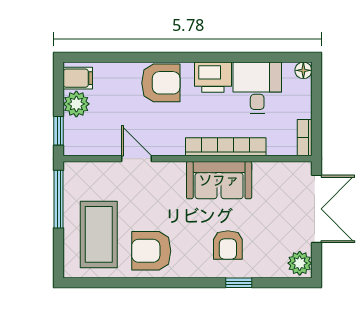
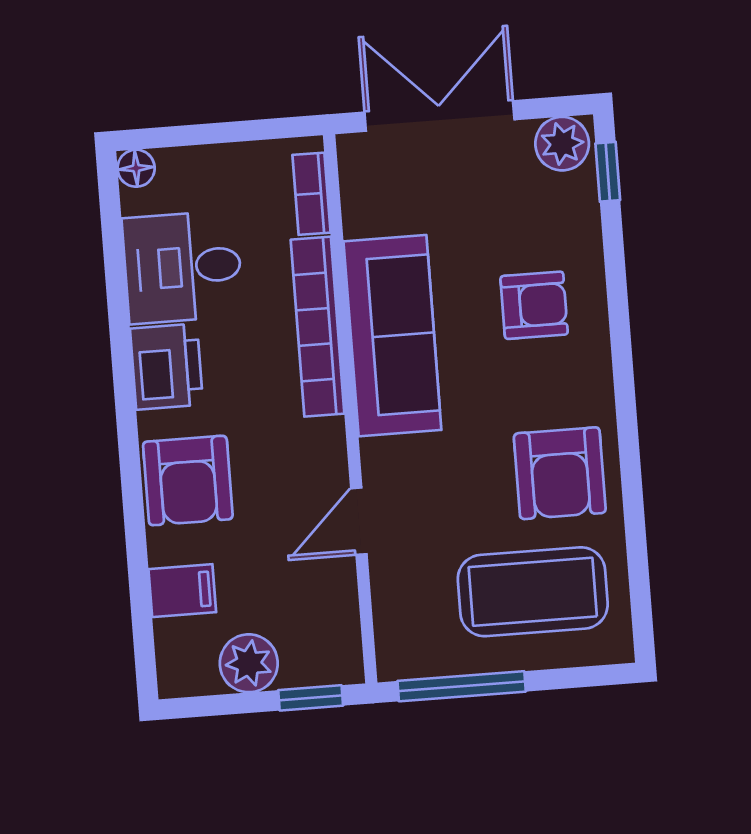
filing cabinet: (78, 78) -> (182, 591), moved, turned 90
armchair: (161, 83) -> (188, 481), turned 180
bookcase: (305, 138) -> (311, 194), moved, turned 90
sofa: (219, 180) -> (392, 336), width x1.36
window: (239, 283) -> (608, 172), moved

